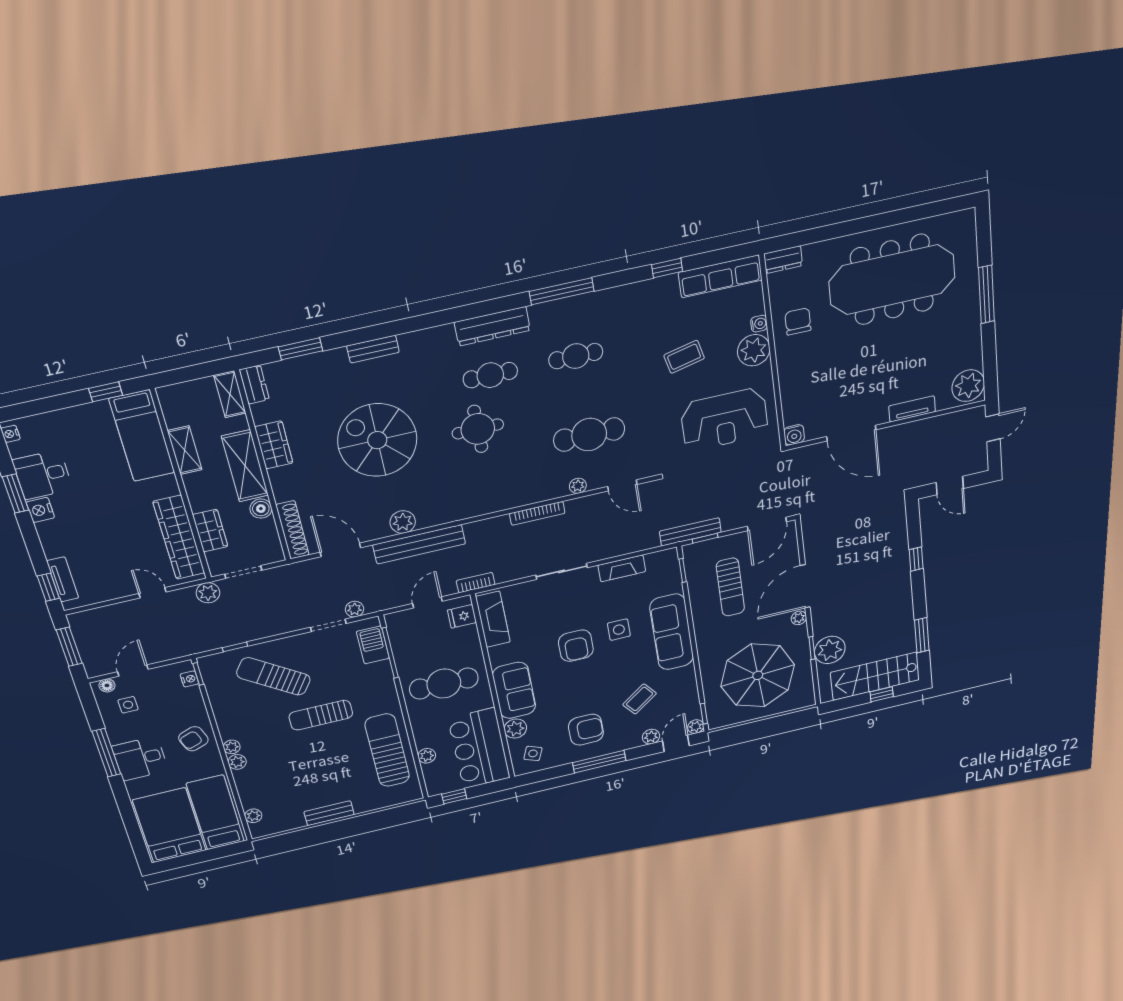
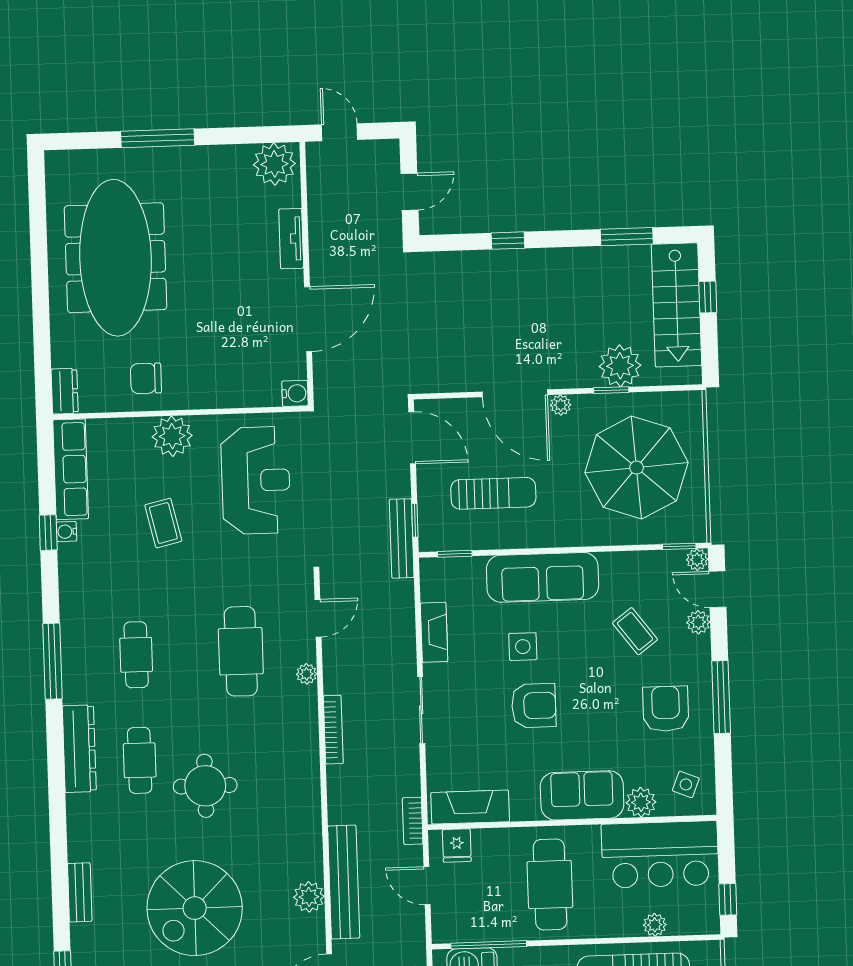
water cooler: (759, 324) -> (66, 532), moved, turned -90

